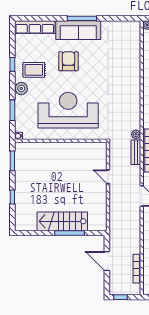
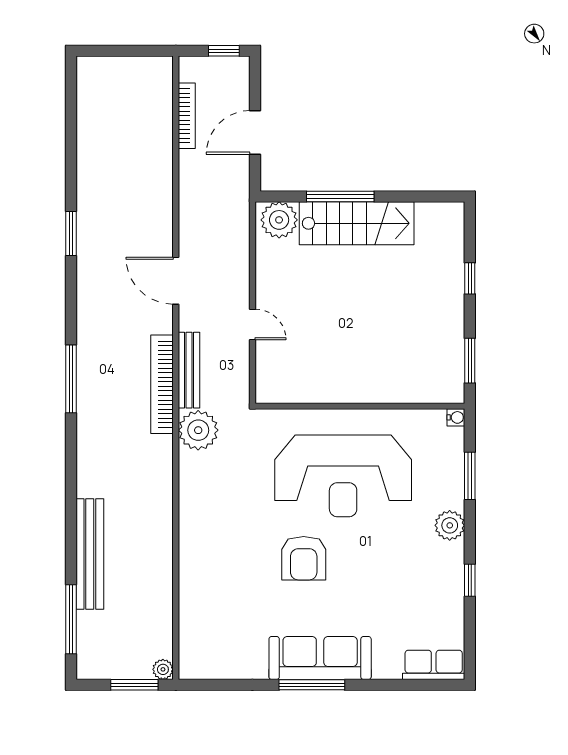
row of seats: (35, 27) -> (434, 665), width x0.68
armchair: (68, 61) -> (304, 558), moved
rug: (34, 70) -> (421, 568), removed
plant: (136, 134) -> (198, 430), width x1.87, depth x1.87
bench: (136, 152) -> (189, 370), width x1.36
plant: (96, 223) -> (279, 220), added
door: (107, 261) -> (255, 133), swing flipped

